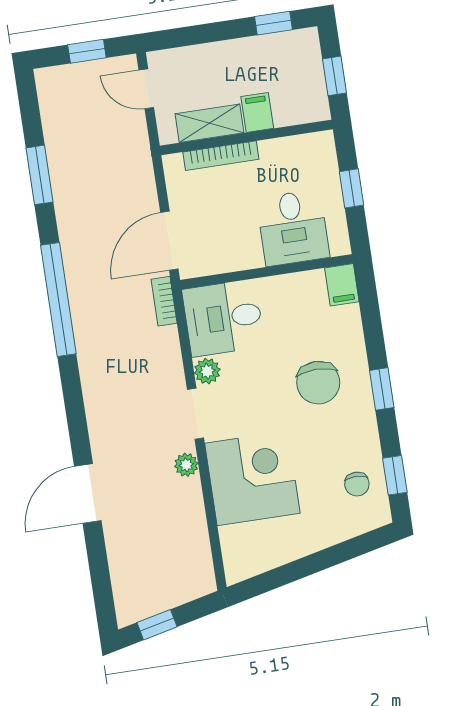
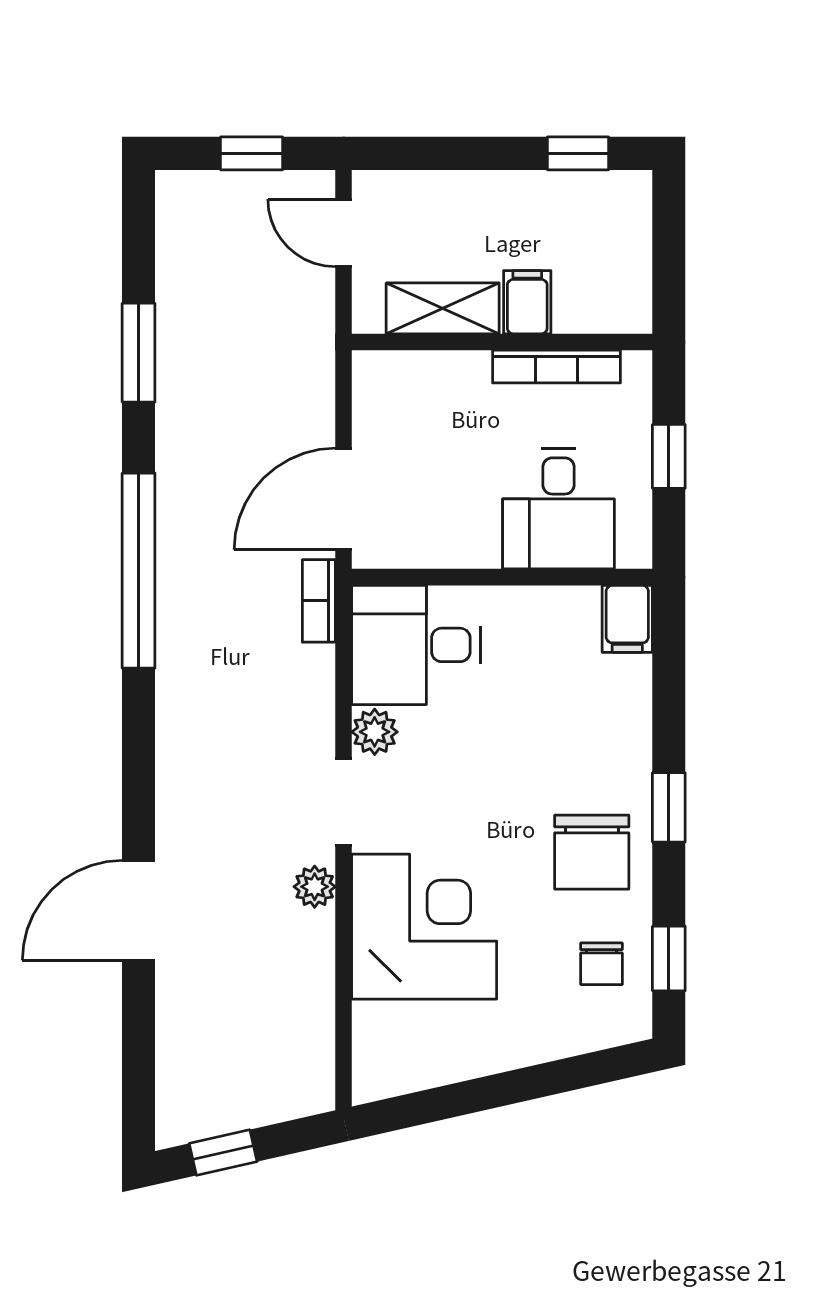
window: (335, 76) -> (669, 260), removed
bookcase: (221, 156) -> (556, 367), moved
chair: (318, 383) -> (592, 852), moved

